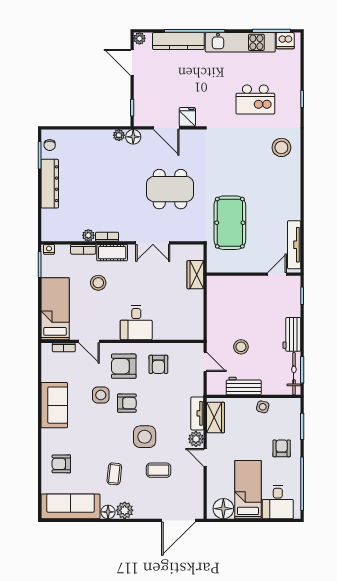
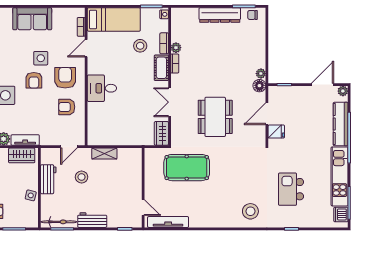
wardrobe: (195, 275) -> (161, 133), moved, turned -90
stool: (98, 283) -> (140, 46), moved
shelving: (213, 320) -> (104, 154), added

